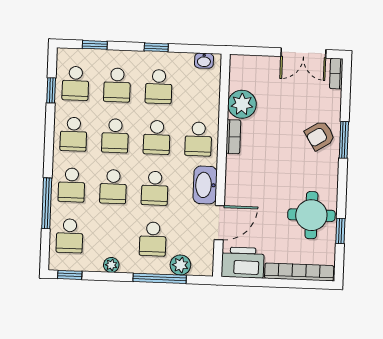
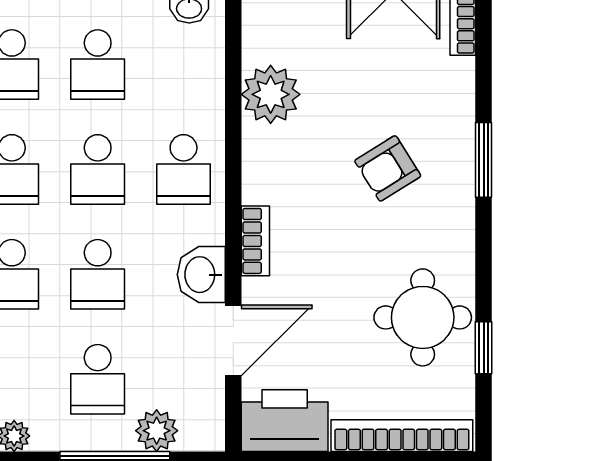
armchair: (320, 136) -> (388, 168), moved
bookcase: (233, 137) -> (255, 241), moved
washbasin: (205, 185) -> (201, 275), width x0.72

